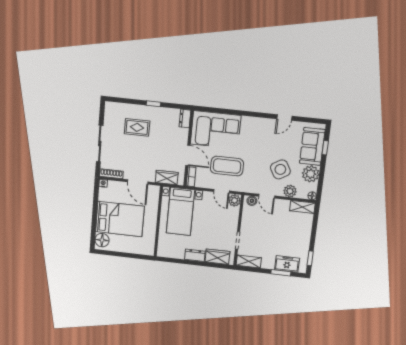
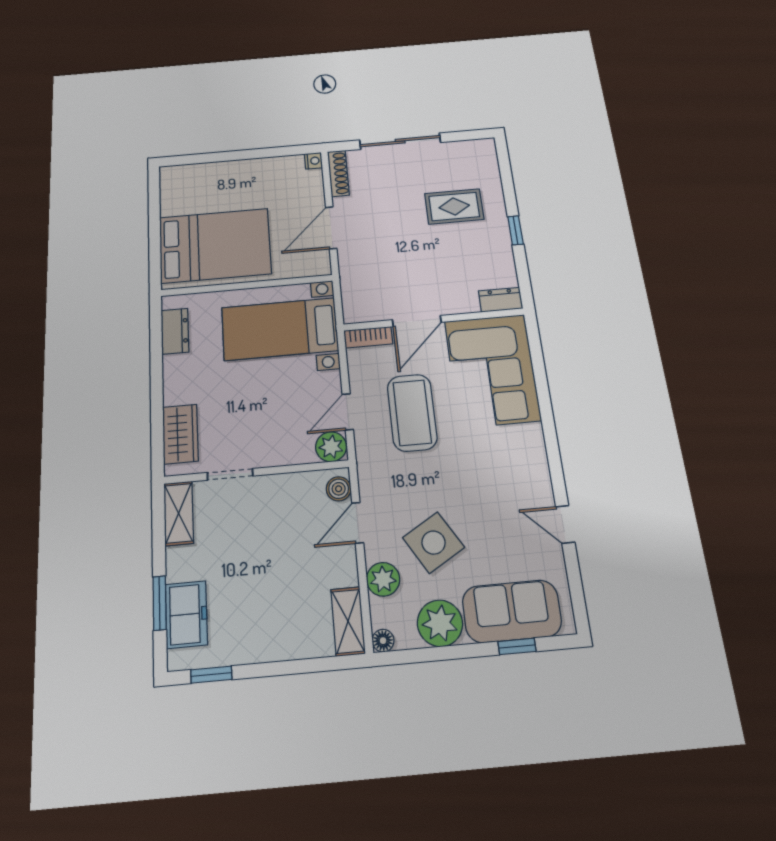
rug: (137, 127) -> (454, 207), turned 90
wardrobe: (167, 178) -> (355, 286), removed
bed: (120, 219) -> (215, 246), moved, turned -90
floor lamp: (102, 240) -> (182, 178), removed
dresser: (195, 255) -> (175, 331), moved

